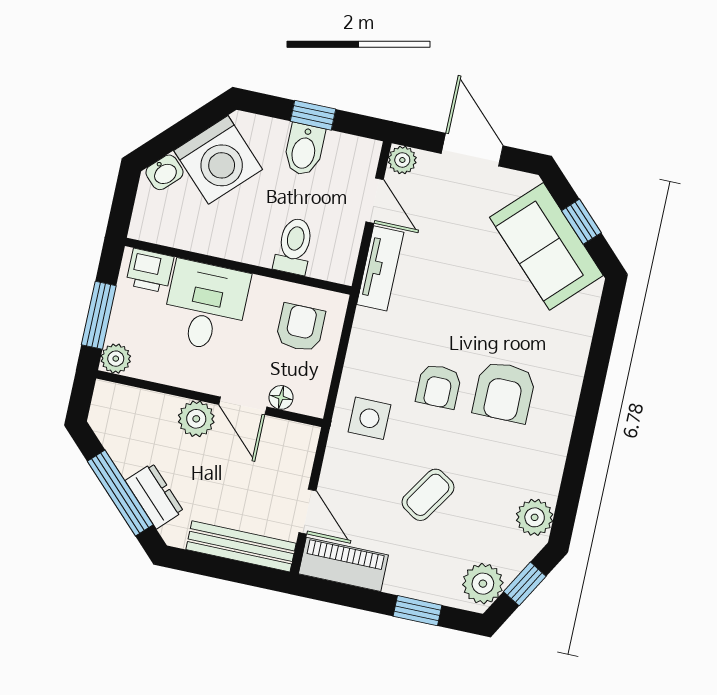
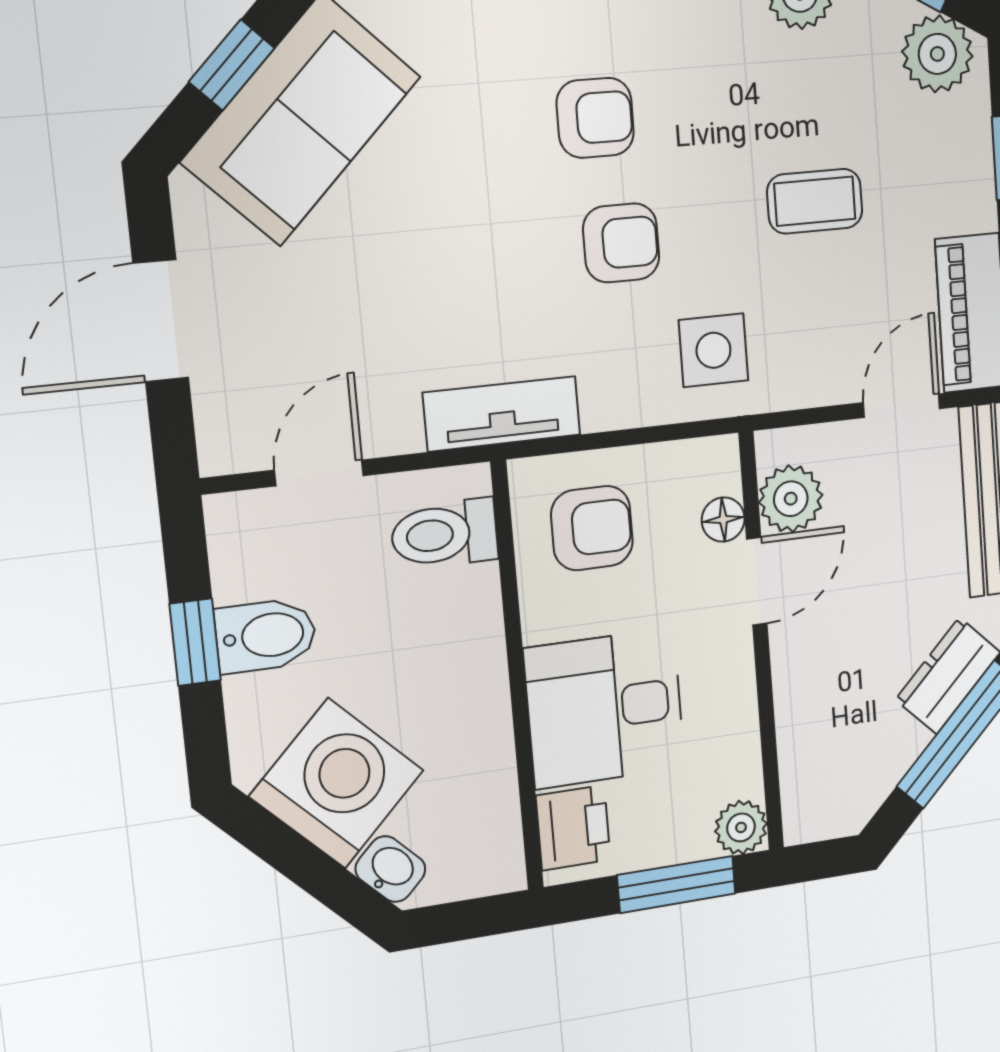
plant: (402, 160) -> (225, 447), removed
toilet: (294, 246) -> (444, 534), moved
tv unit: (380, 268) -> (502, 414), moved
armchair: (300, 328) -> (592, 528), turned 180
armchair: (504, 392) -> (595, 118), width x0.72, depth x0.72
plant: (196, 419) -> (791, 499), moved
coffee table: (428, 495) -> (815, 201), turned -33

